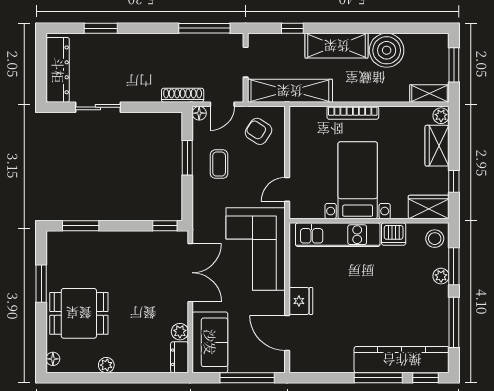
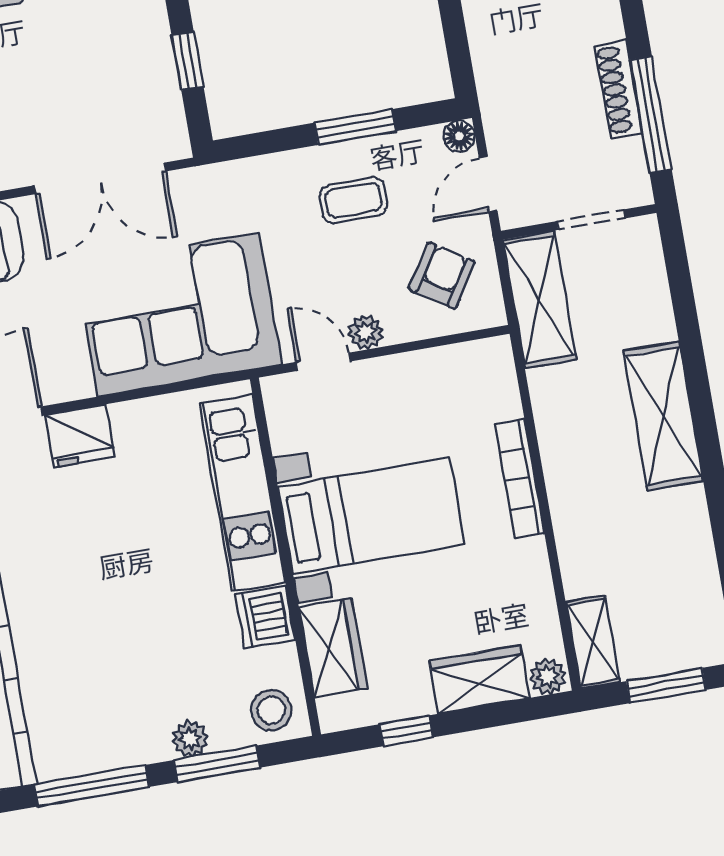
window: (292, 28) -> (685, 311), removed
boiler: (387, 50) -> (672, 530), removed
shelving: (290, 91) -> (539, 300), width x0.68
shoe rack: (183, 95) -> (619, 89), moved, turned 180
door: (222, 104) -> (488, 184), hinge flipped
plant: (277, 169) -> (366, 332), added
wardrobe: (429, 207) -> (333, 648), moved
window: (165, 226) -> (188, 61), moved

